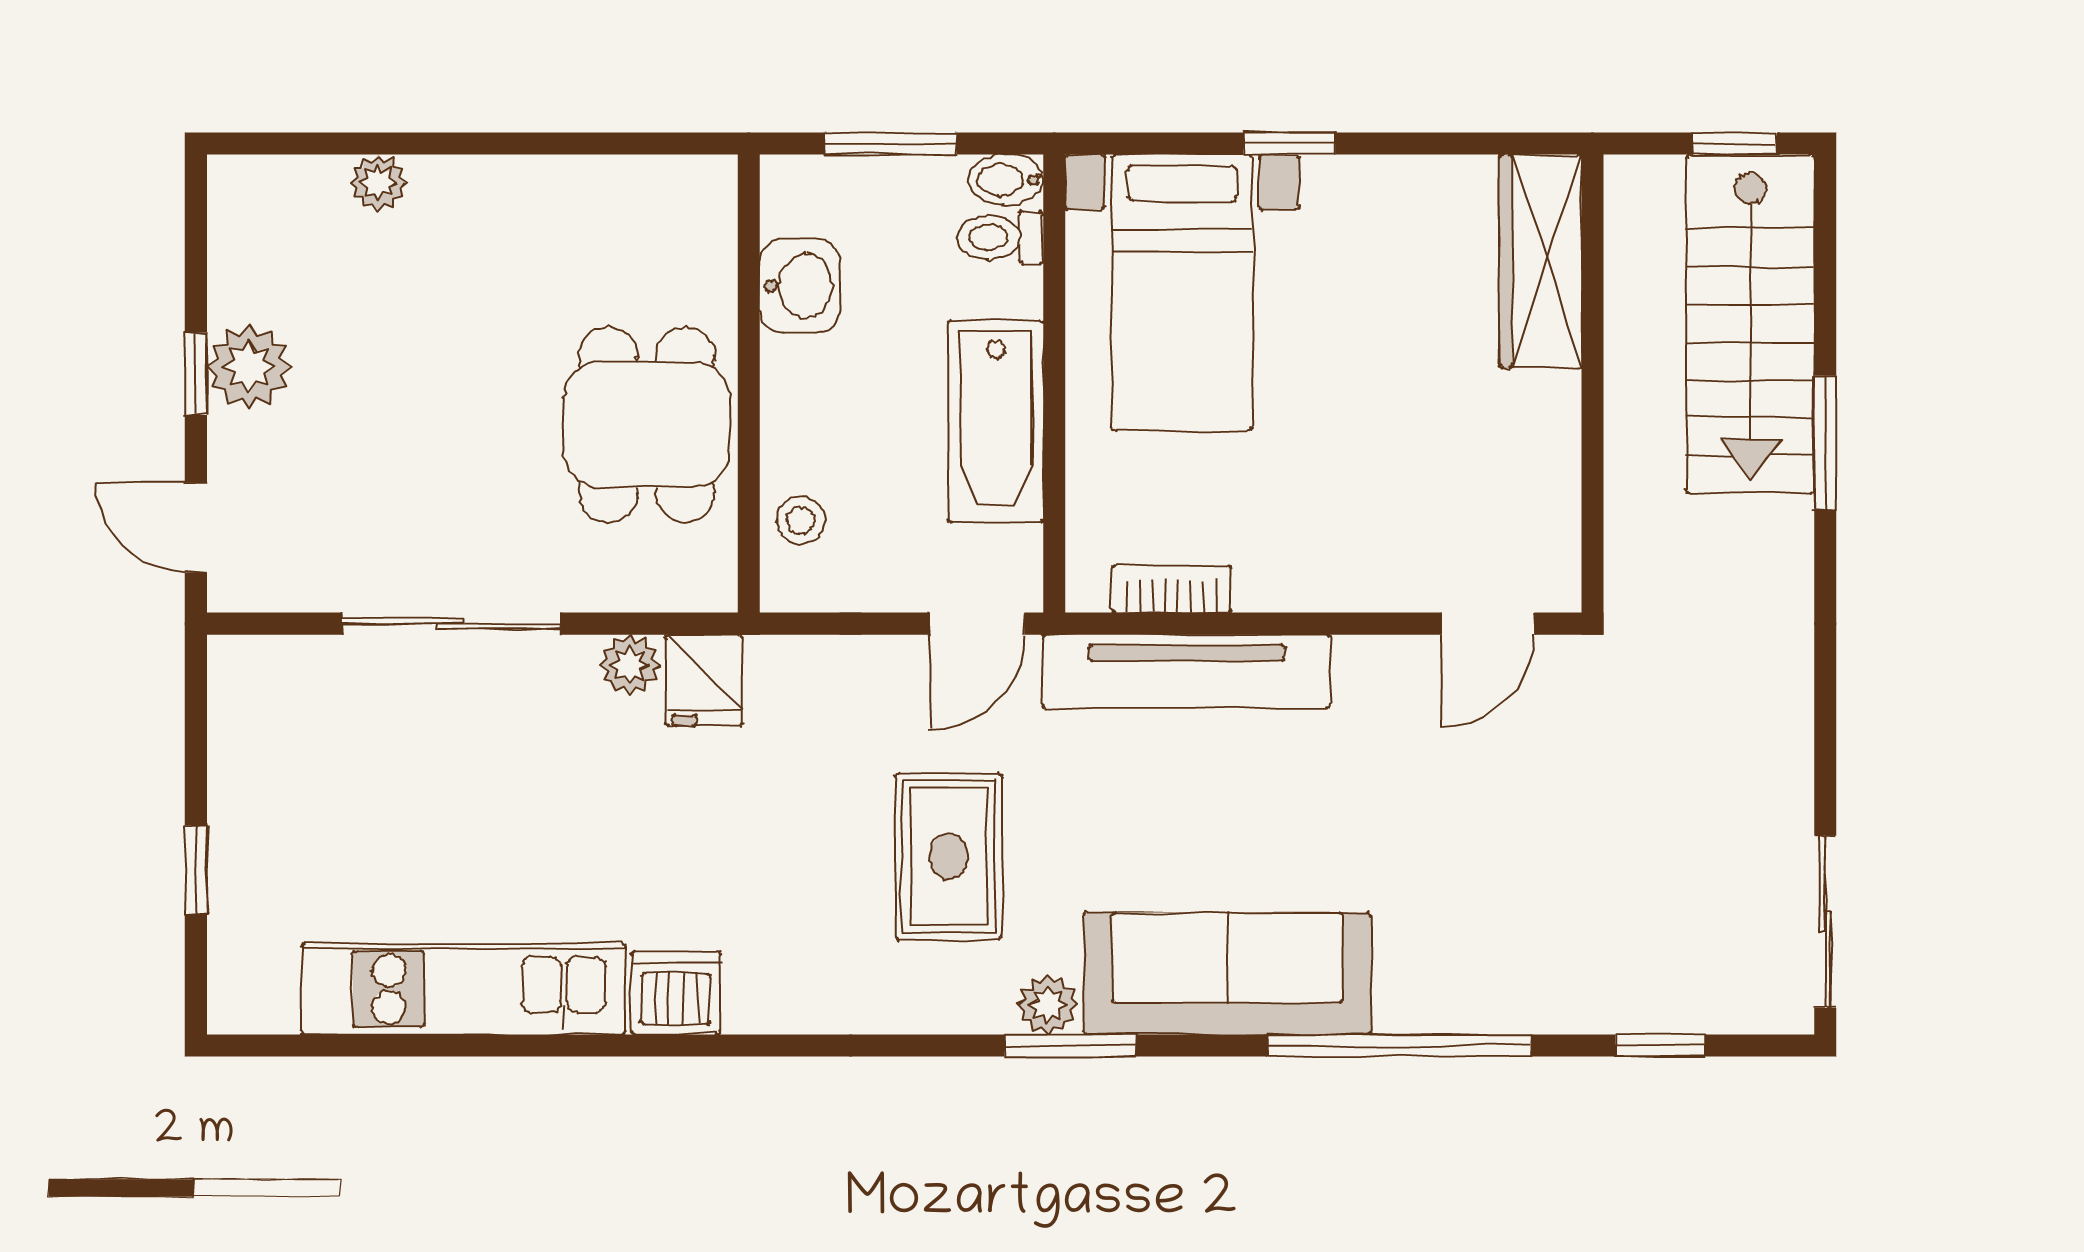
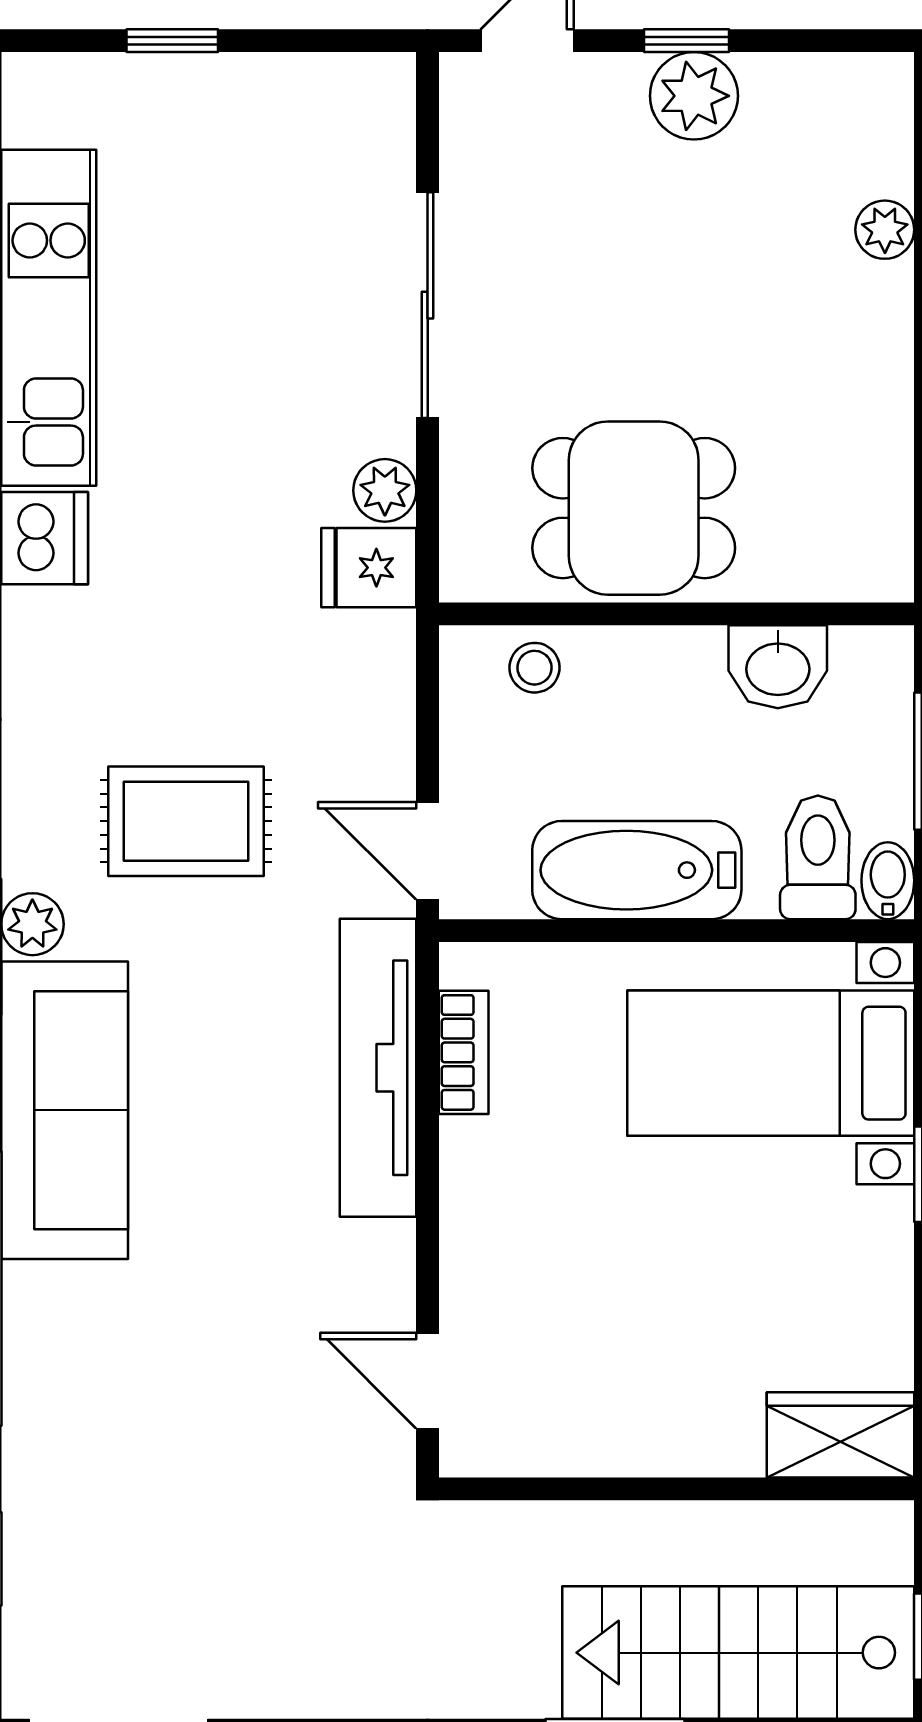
toilet: (1000, 237) -> (818, 857), width x1.37, depth x1.39
wardrobe: (1540, 261) -> (840, 1435), width x0.67

